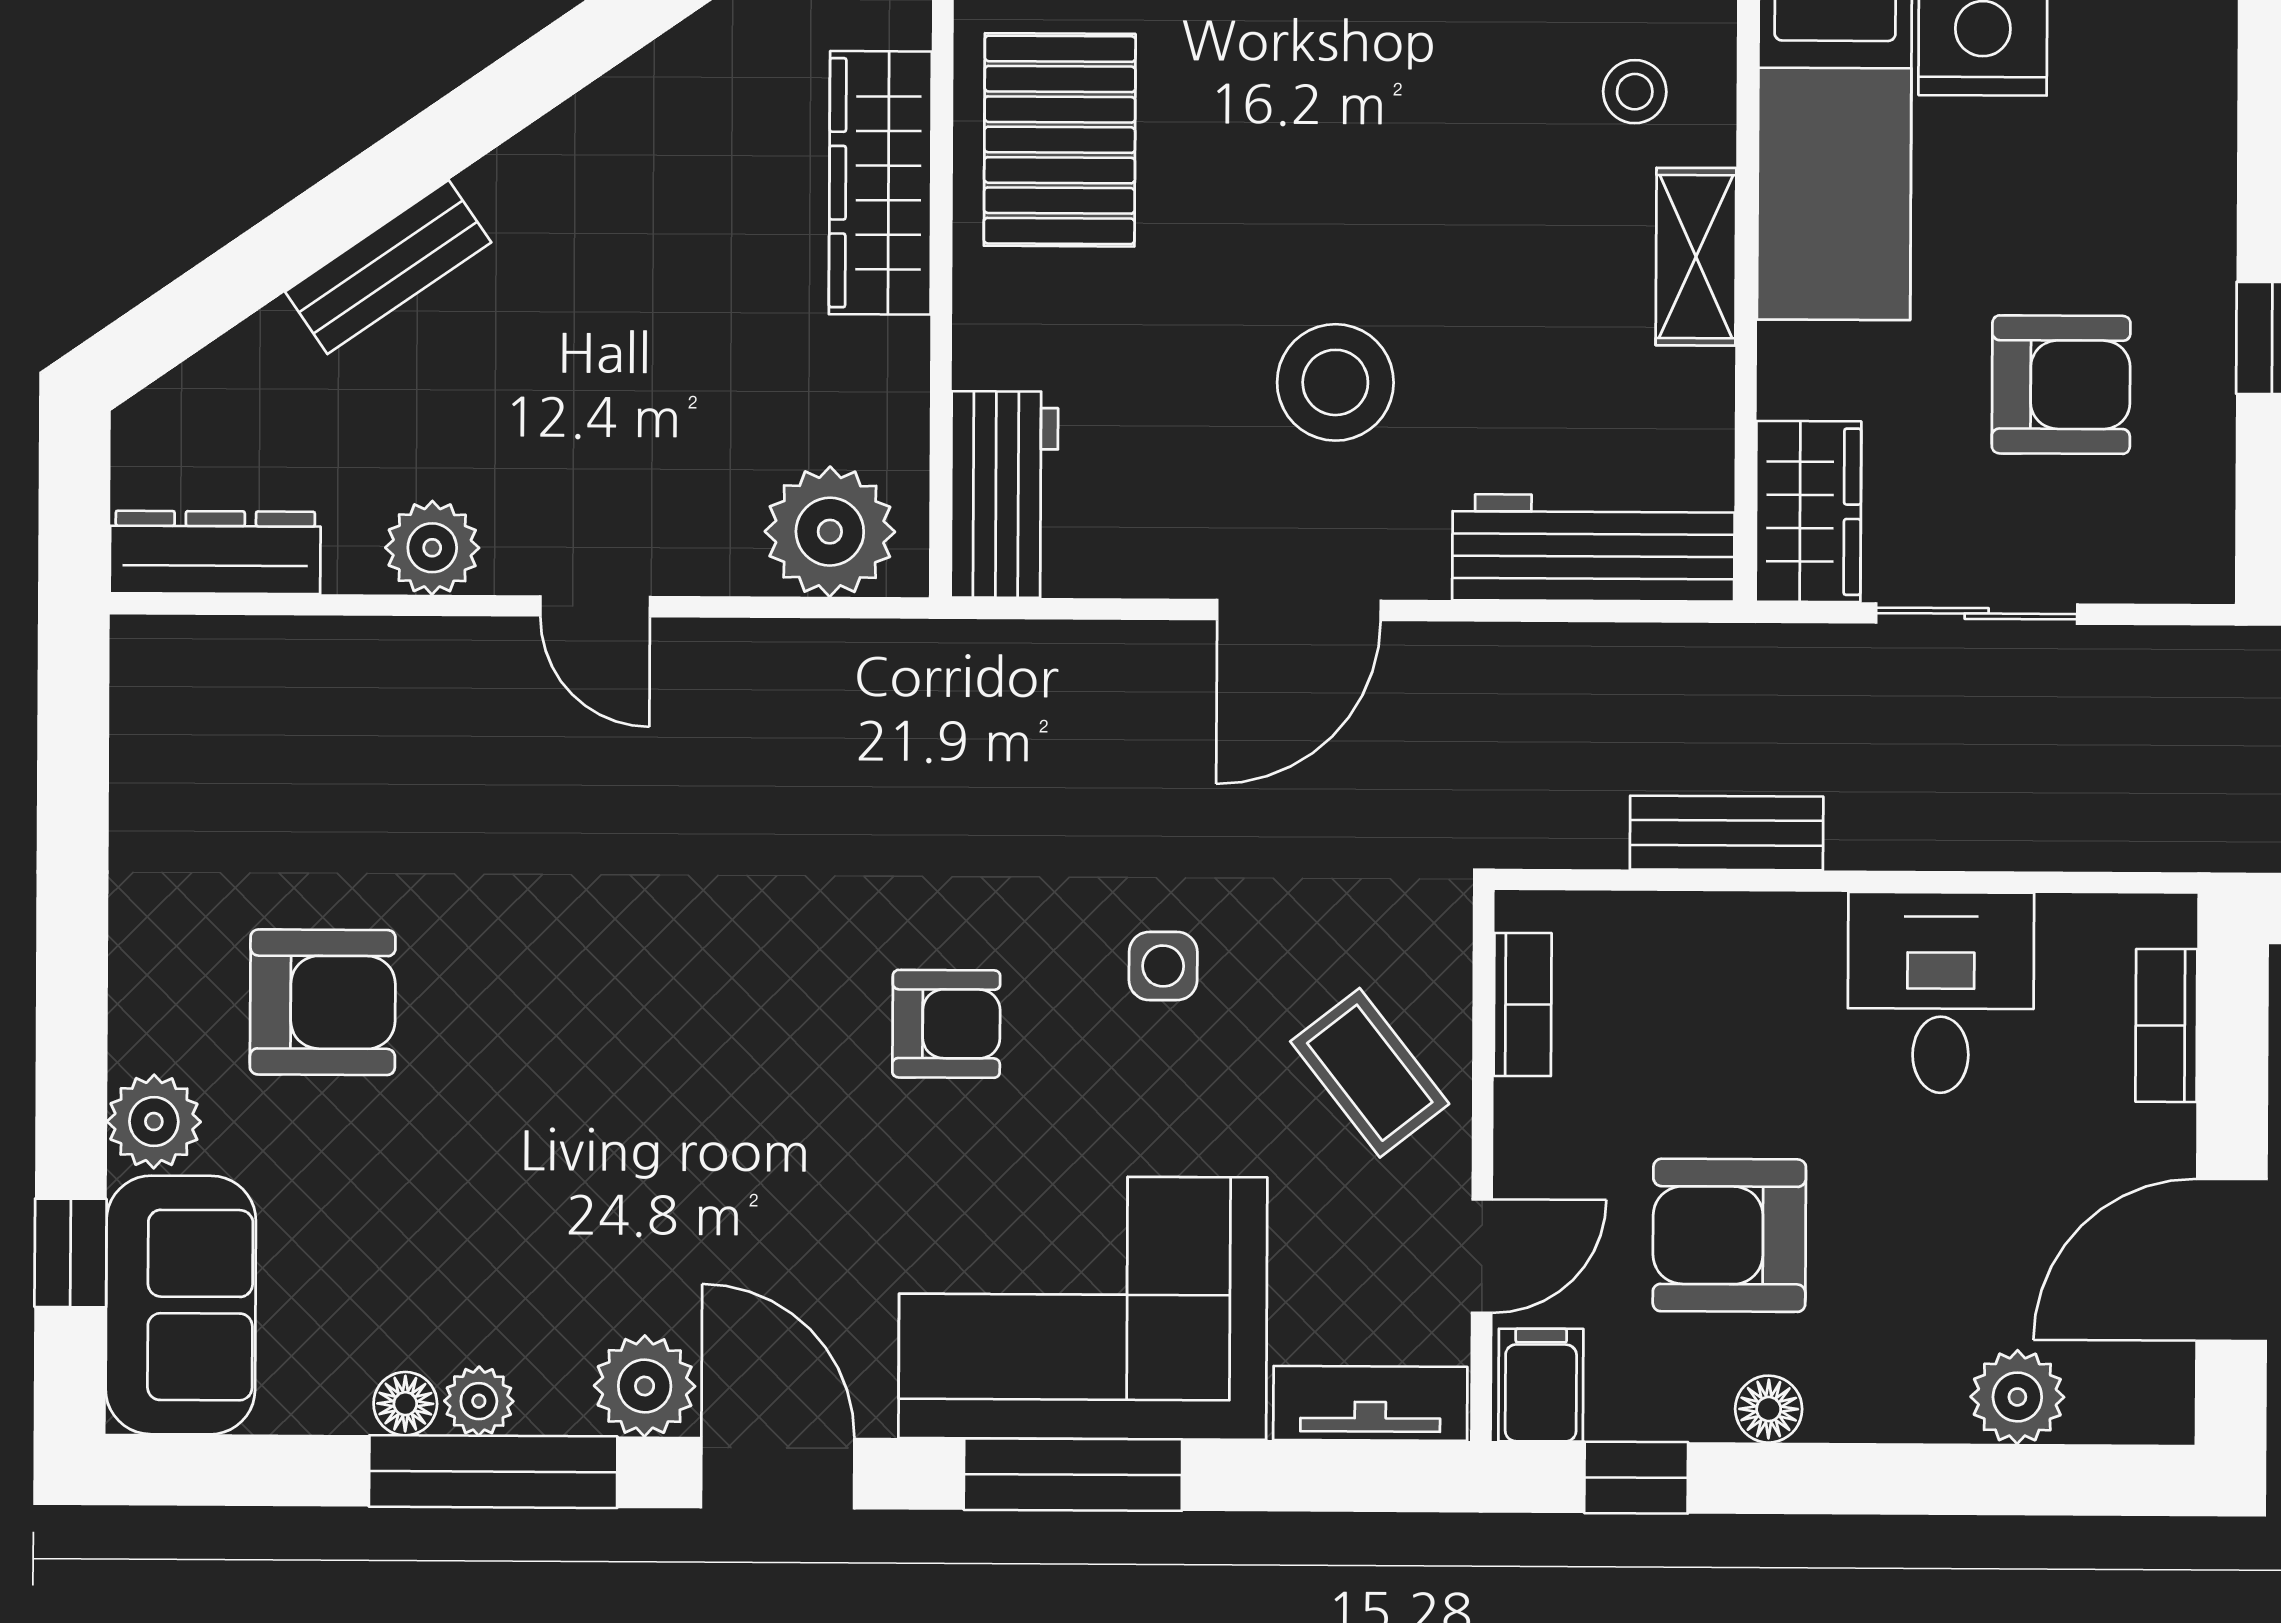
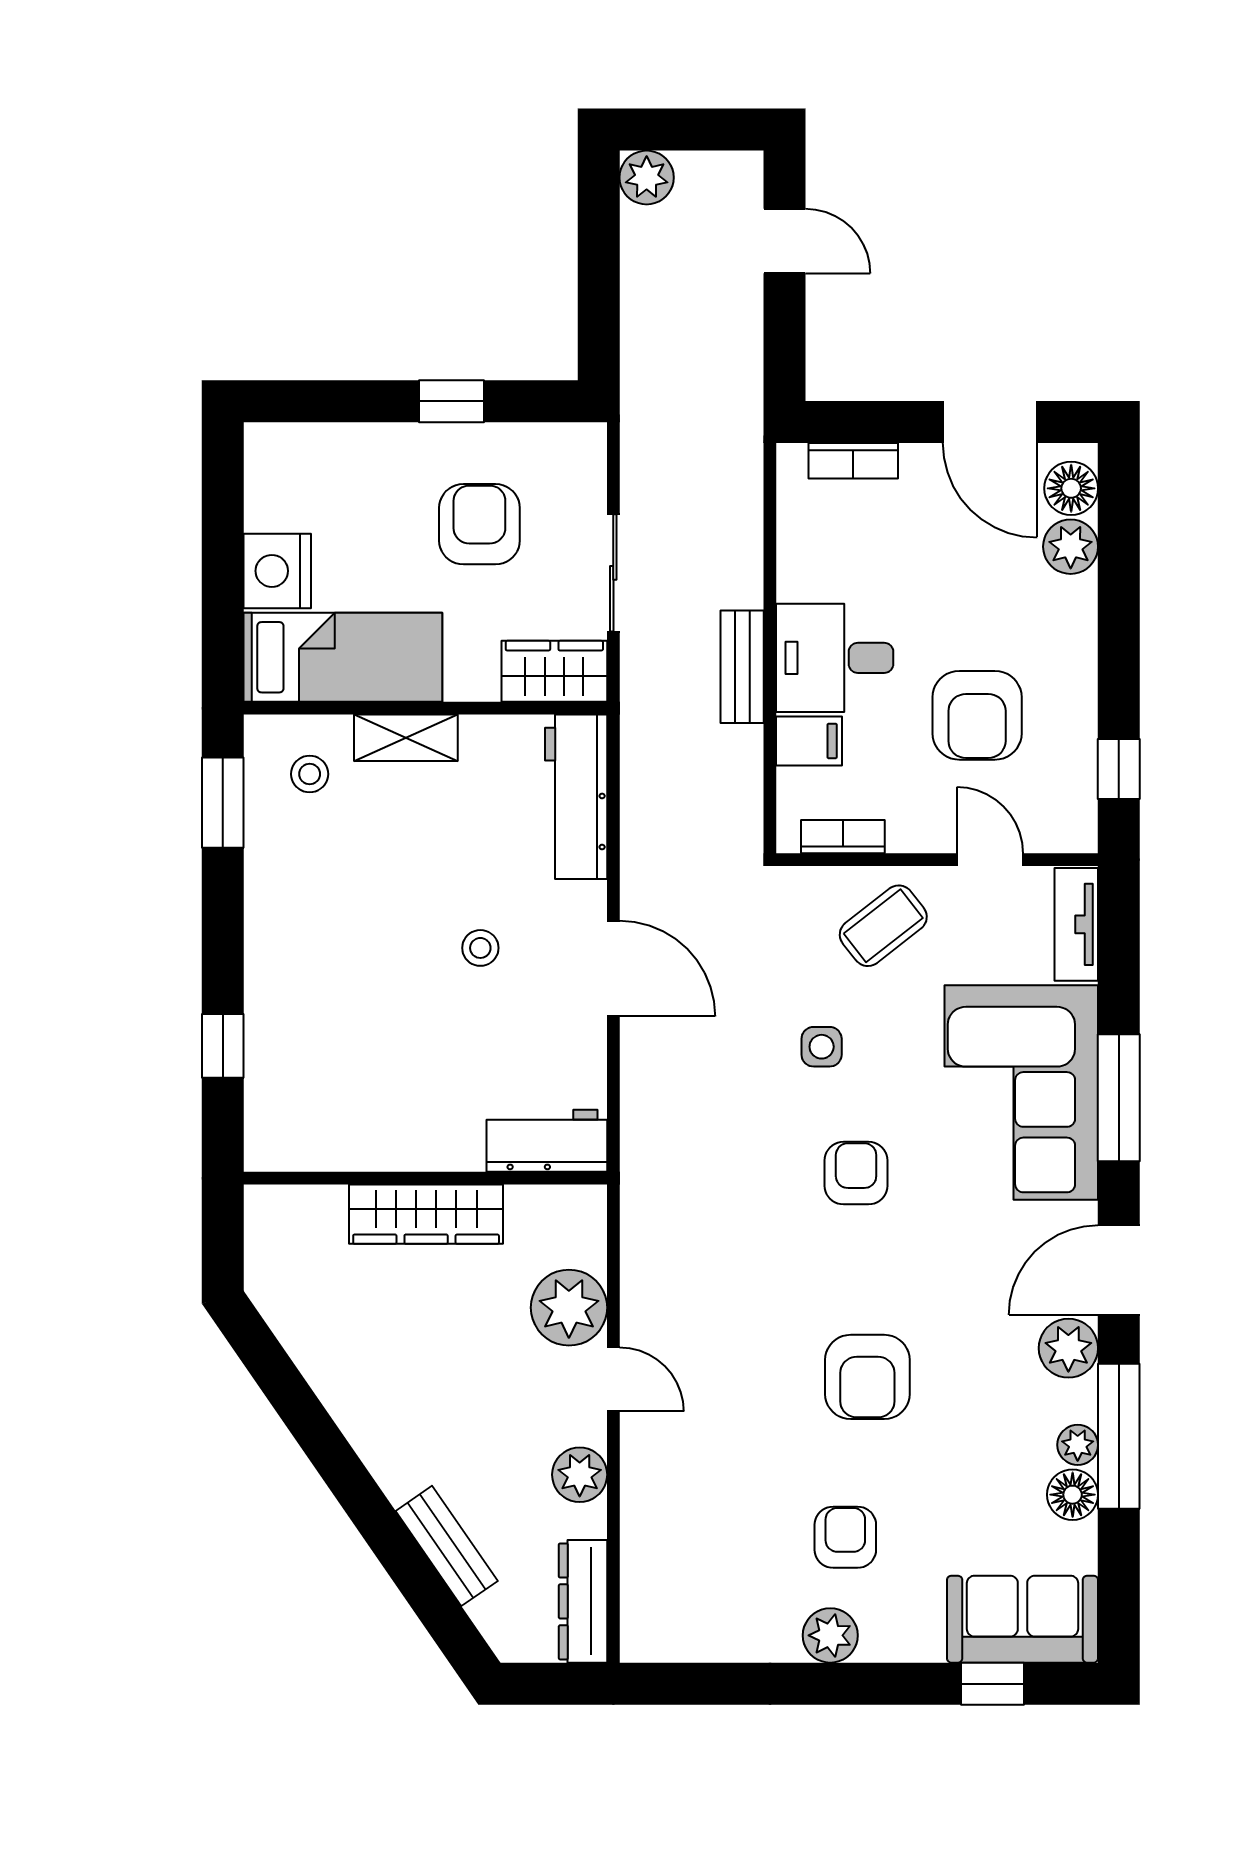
pallet: (1060, 140) -> (340, 1110), removed
wardrobe: (880, 183) -> (426, 1214), moved
bench: (388, 267) -> (447, 1546), moved
stool: (1335, 382) -> (480, 948), width x0.53, depth x0.53
plant: (830, 532) -> (569, 1308), moved
door: (595, 606) -> (613, 1379), hinge flipped
bench: (1727, 833) -> (742, 667), moved
desk: (1941, 993) -> (835, 658), moved
armchair: (323, 1002) -> (845, 1537), width x0.72, depth x0.72
armchair: (597, 1042) -> (867, 1377), added
plant: (154, 1122) -> (830, 1635), moved
filing cabinet: (1541, 1385) -> (809, 741), moved, turned 180
floor lamp: (405, 1404) -> (1073, 1495), width x1.37, depth x1.37
floor lamp: (1769, 1409) -> (1071, 488), moved, width x1.37, depth x1.37

